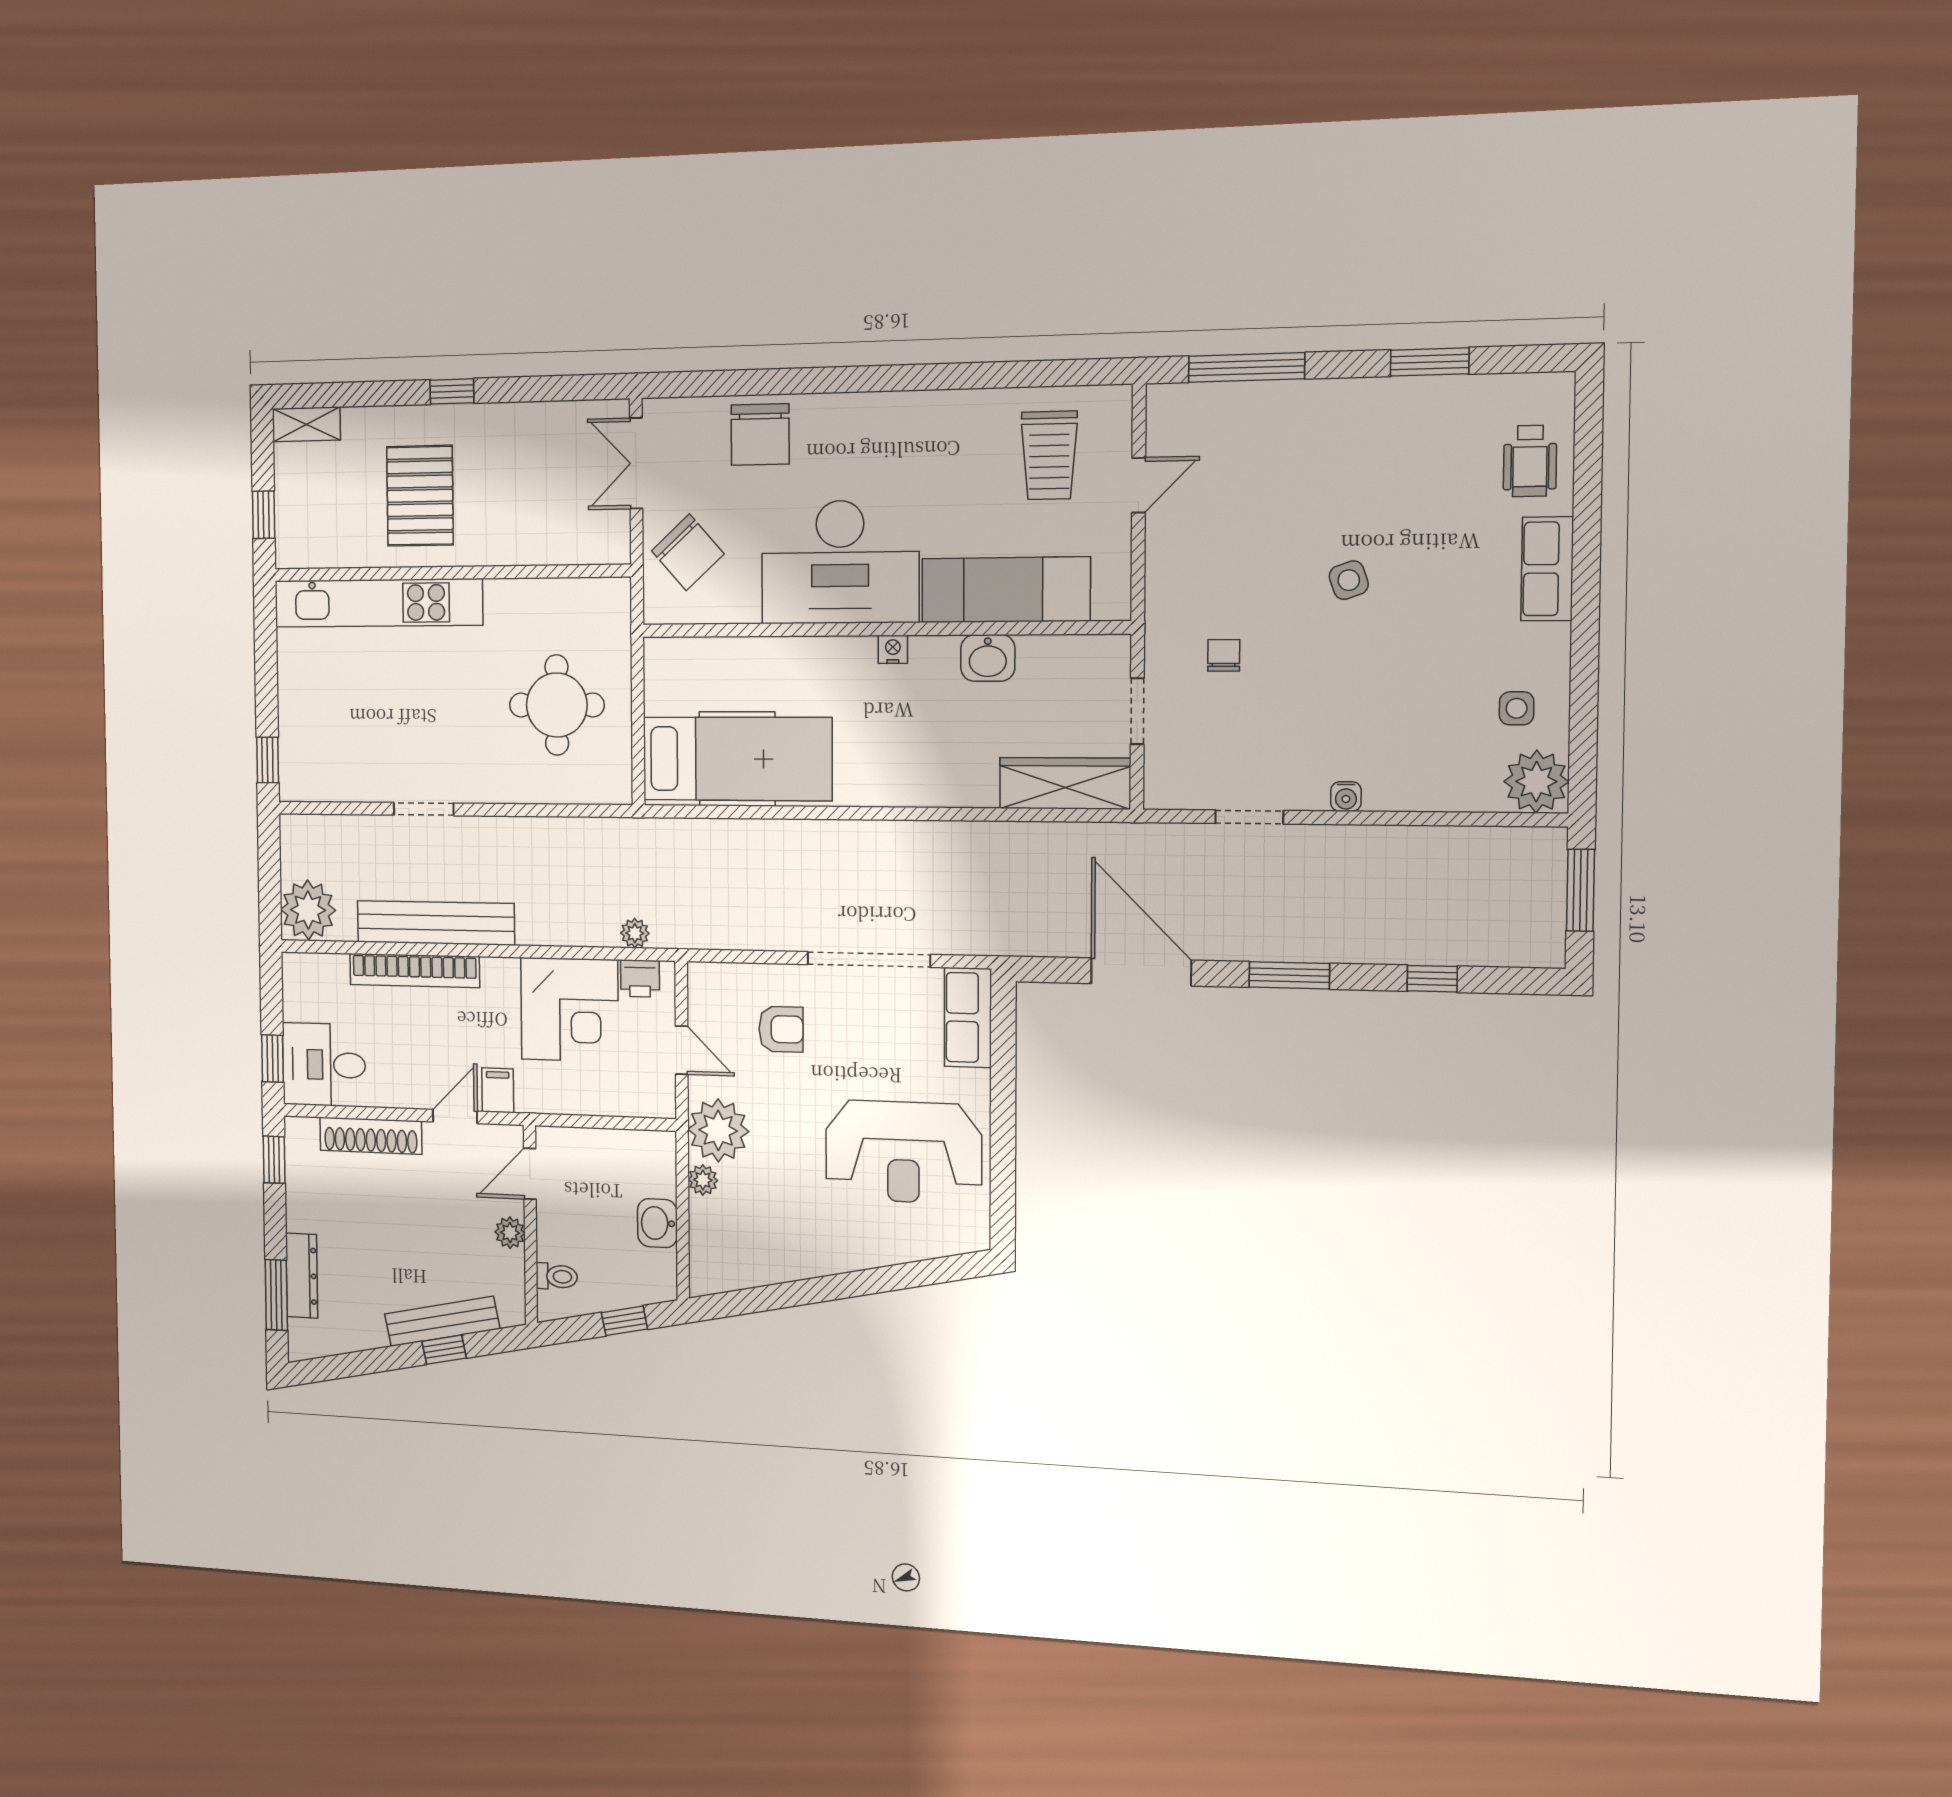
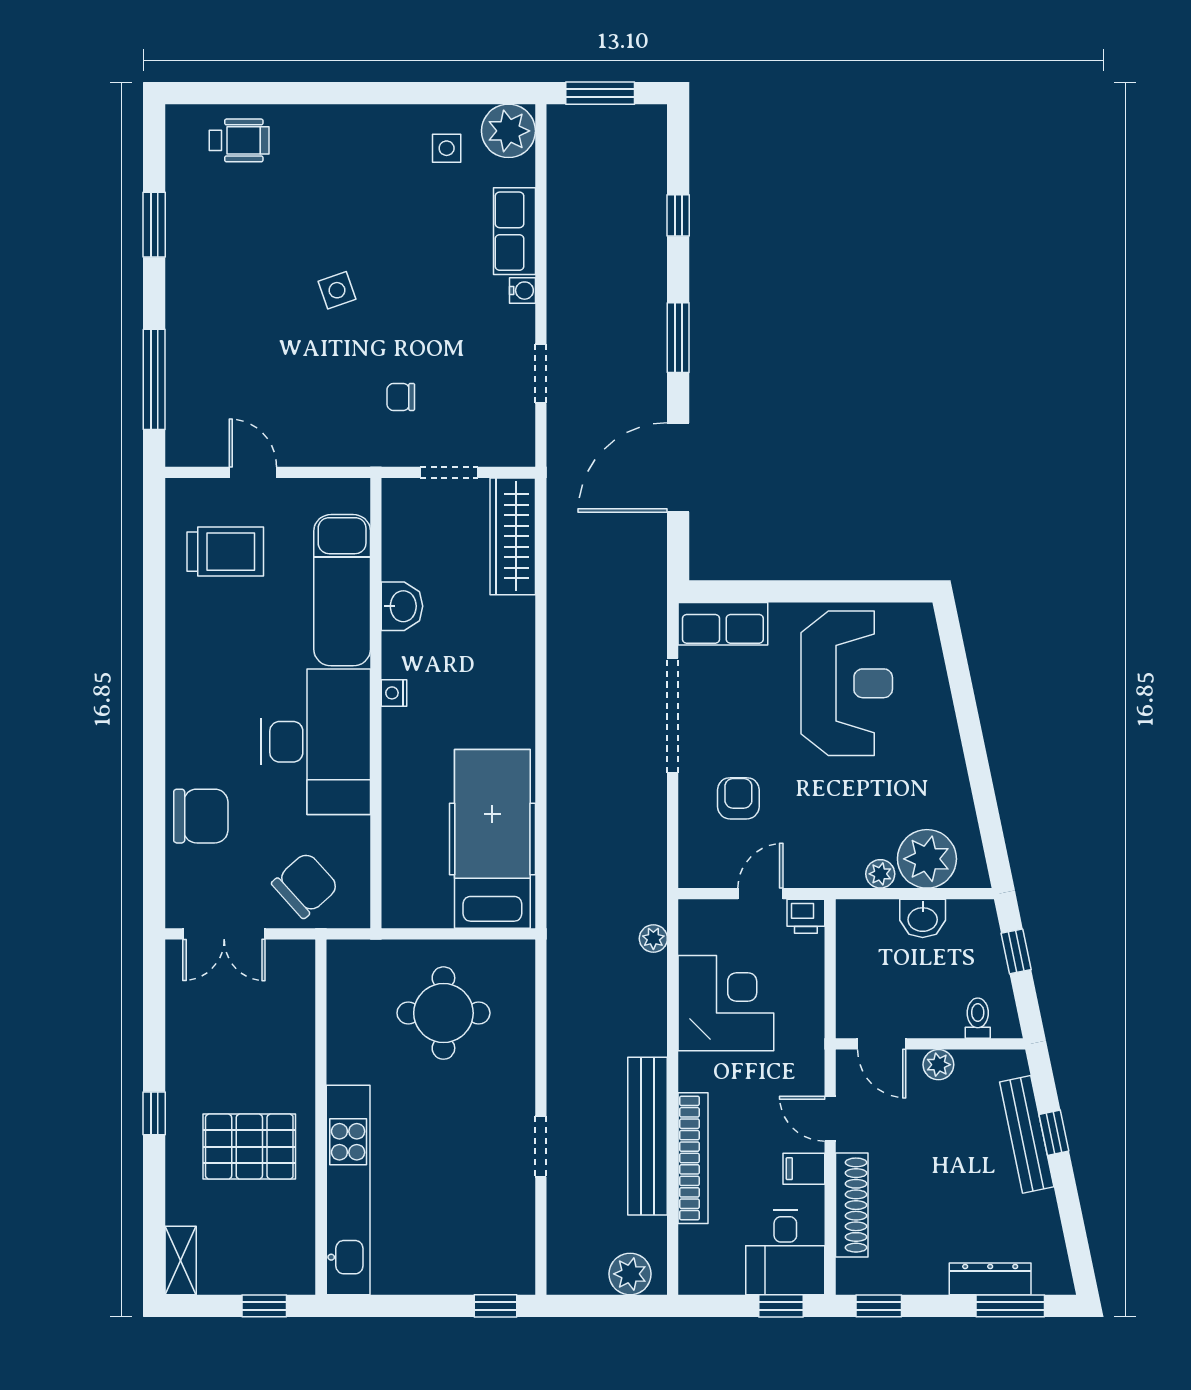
row of seats: (1547, 569) -> (514, 231), moved, turned 90
plant: (308, 910) -> (630, 1274), width x0.73, depth x0.73
printer: (640, 979) -> (806, 916), moved, turned 90
filing cabinet: (498, 1090) -> (804, 1169), moved
plant: (718, 1130) -> (927, 859), moved

